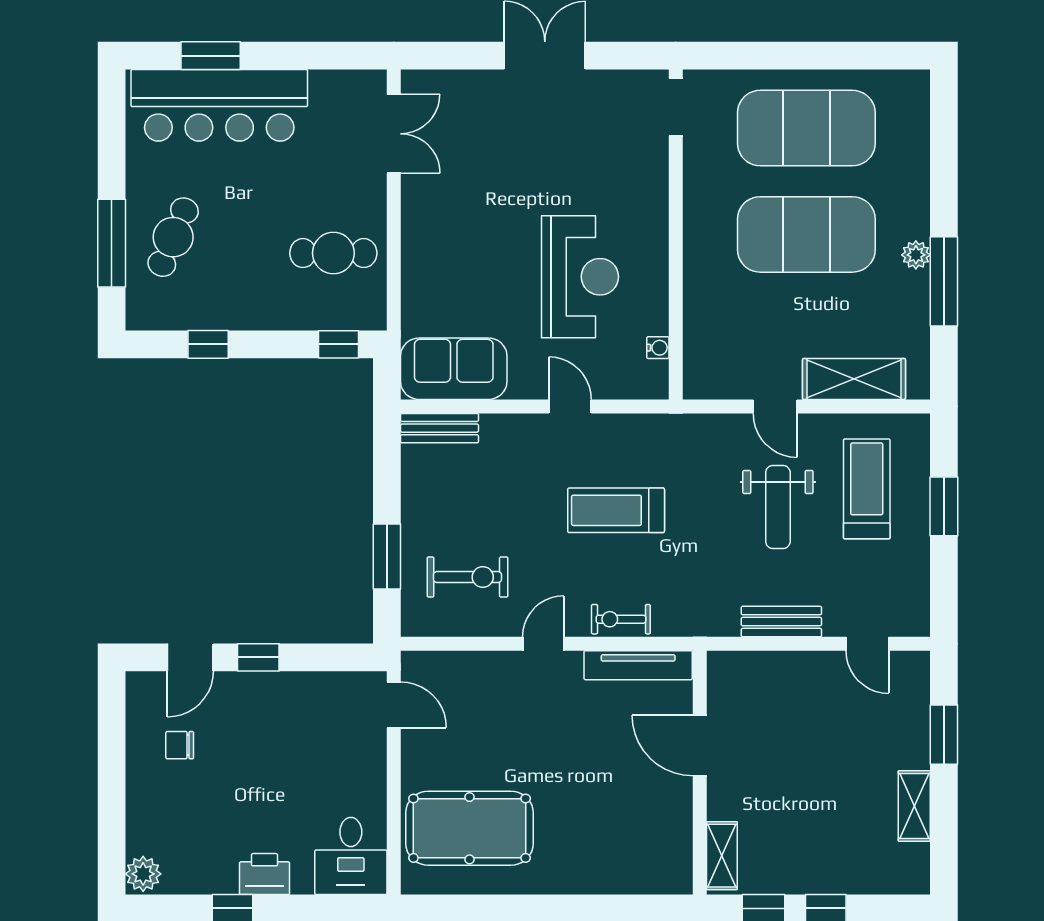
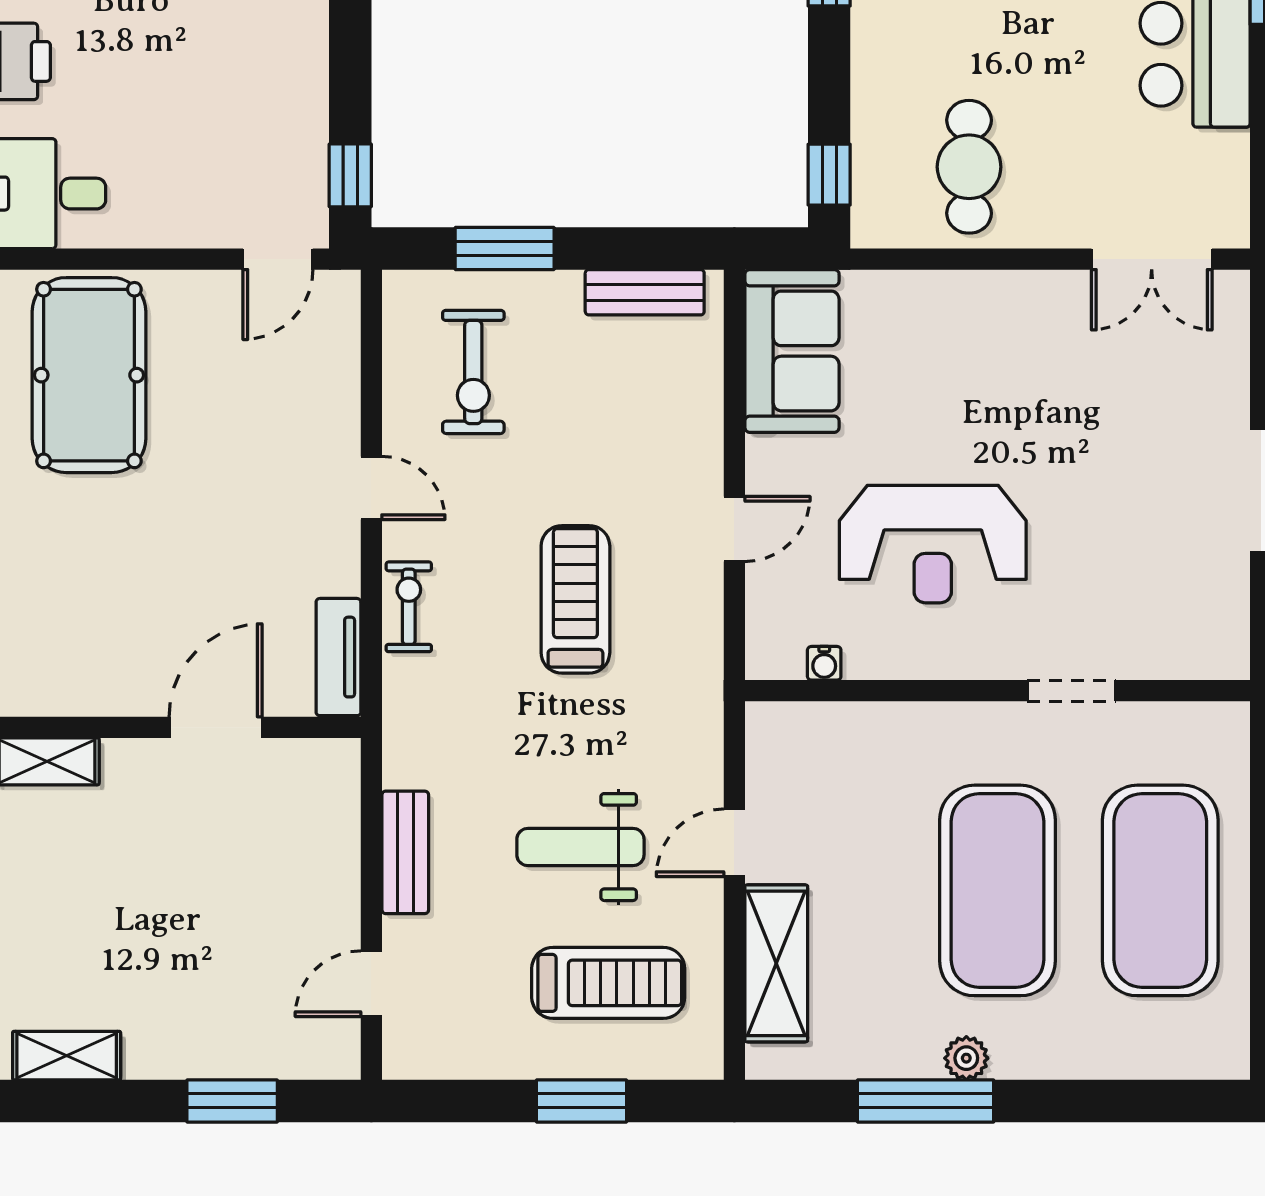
doorway: (676, 107) -> (1071, 691), moved
bench: (439, 428) -> (645, 292), moved, turned 90
window: (258, 657) -> (350, 175), moved
tv unit: (638, 665) -> (338, 657), width x0.71
shelving: (914, 806) -> (67, 1056), moved

